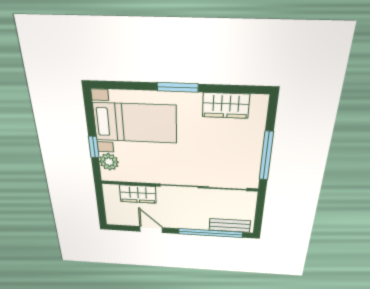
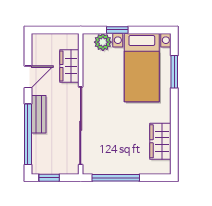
window: (178, 87) -> (174, 72), moved
window: (259, 218) -> (49, 178), added
bench: (230, 225) -> (39, 114), moved

